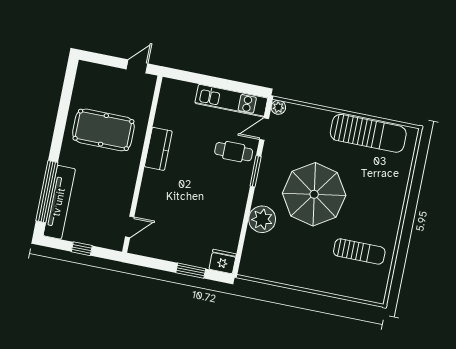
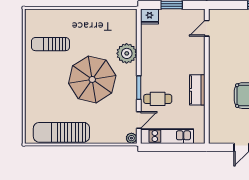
kitchen counter: (158, 149) -> (197, 90), moved
wall: (142, 164) -> (207, 76), moved
door: (130, 227) -> (207, 28), moved

